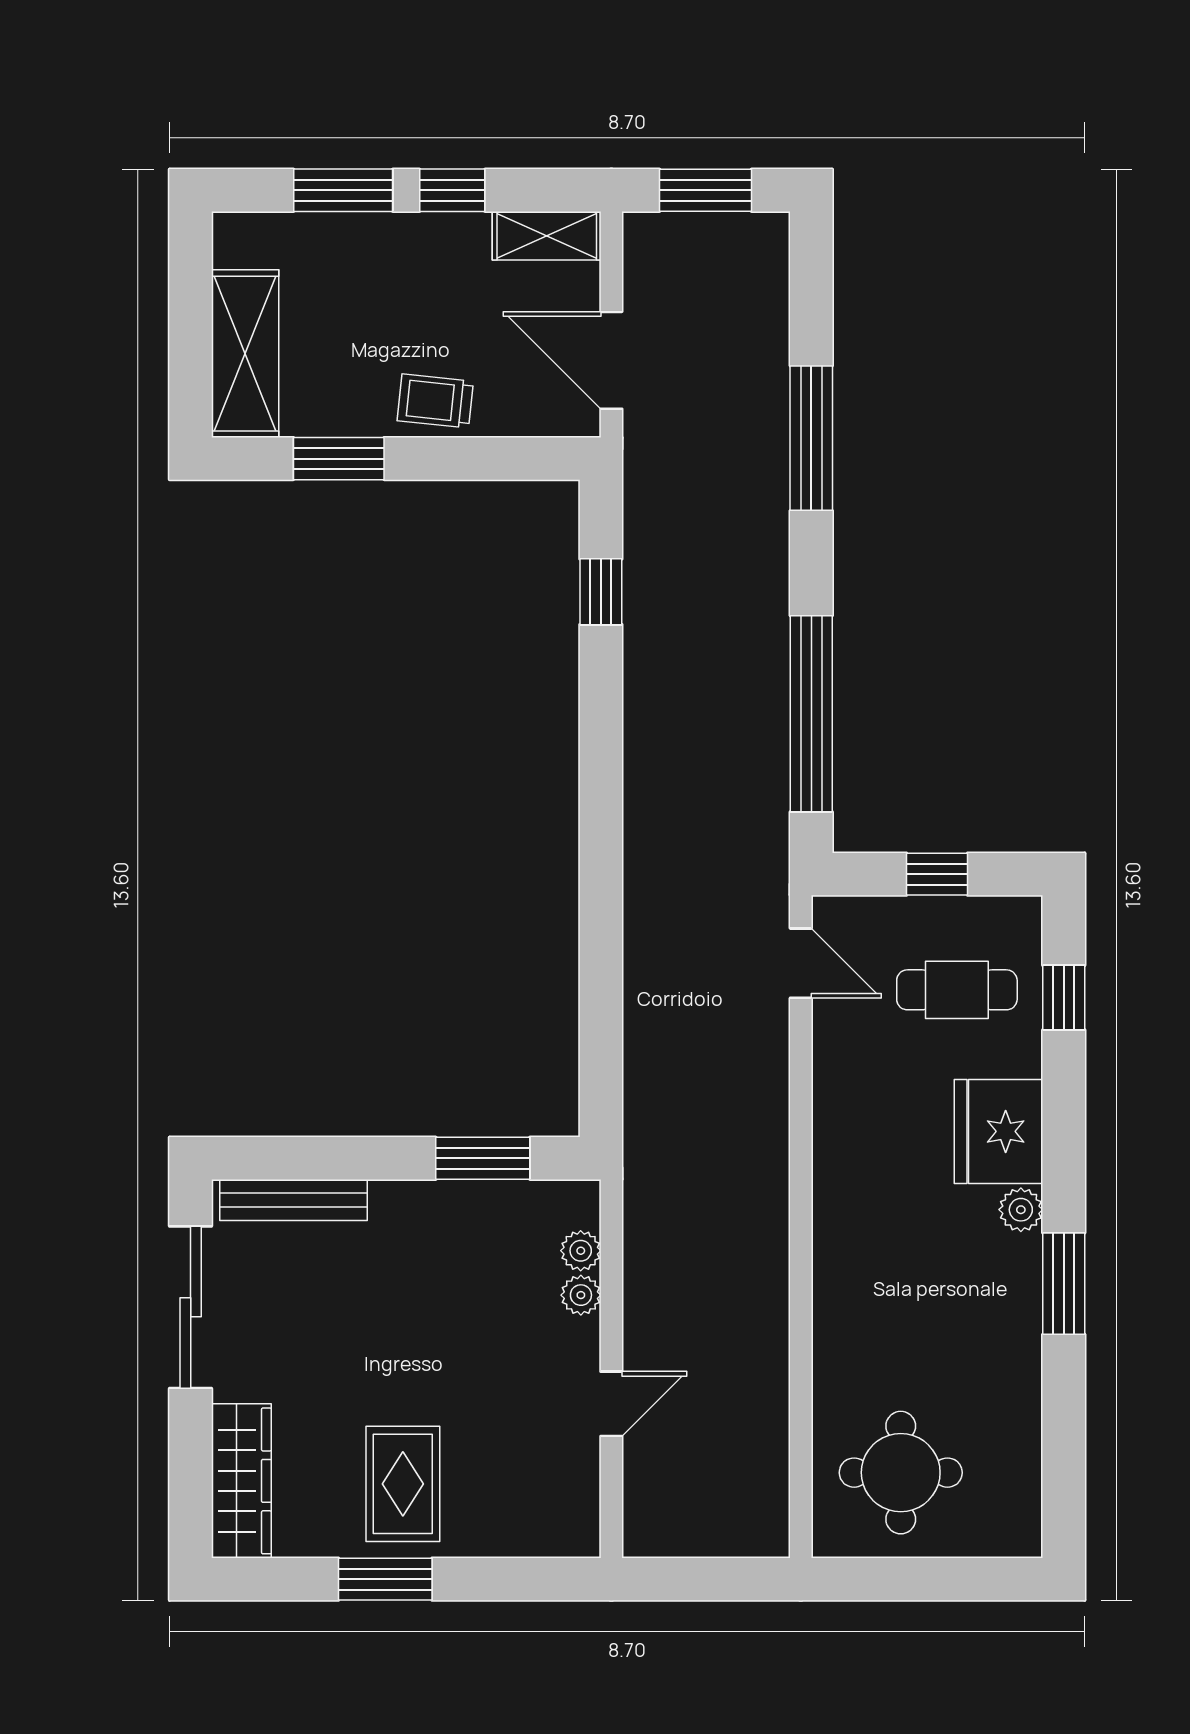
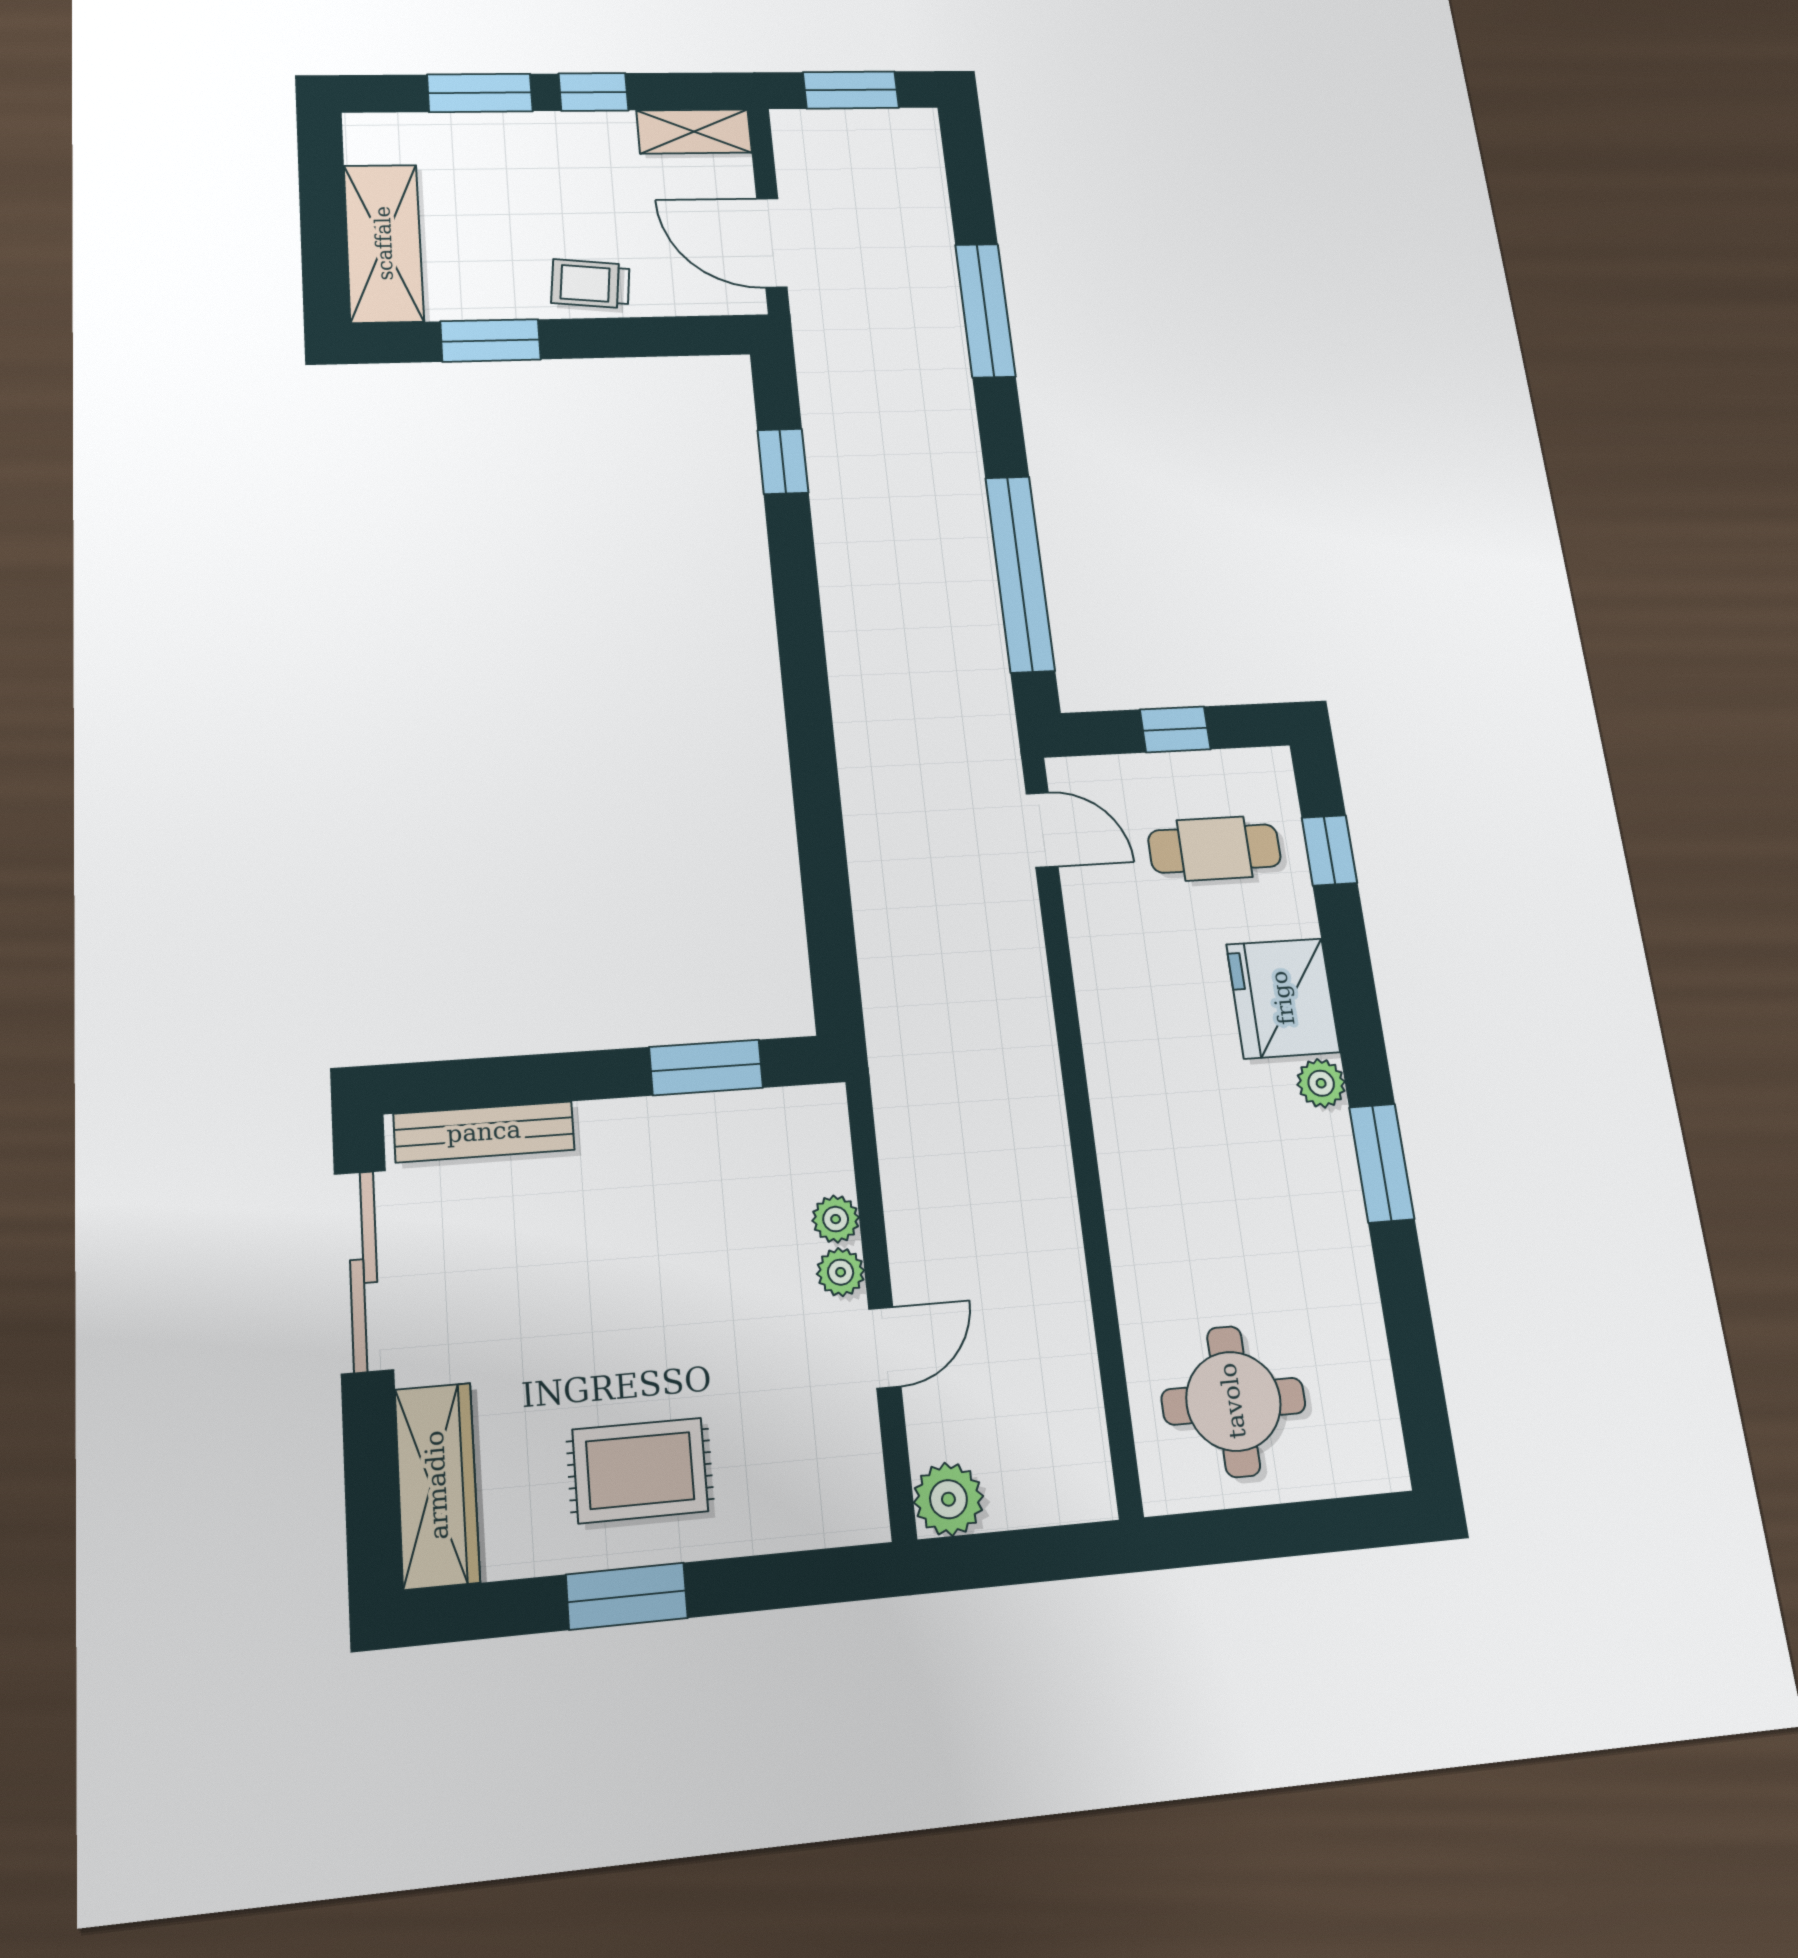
plant: (581, 1251) -> (841, 1272), moved
rug: (403, 1484) -> (640, 1470), turned 90
plant: (651, 1529) -> (948, 1499), added

